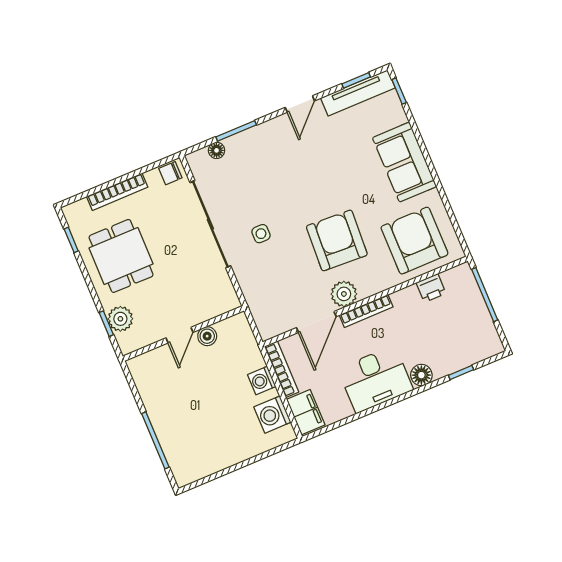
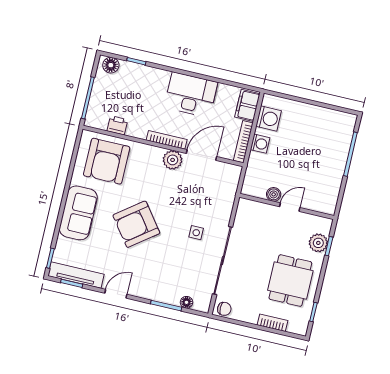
bookcase: (117, 192) -> (272, 323), width x0.64
armchair: (337, 240) -> (136, 224), moved, turned 50
floor lamp: (421, 375) -> (111, 65), moved

